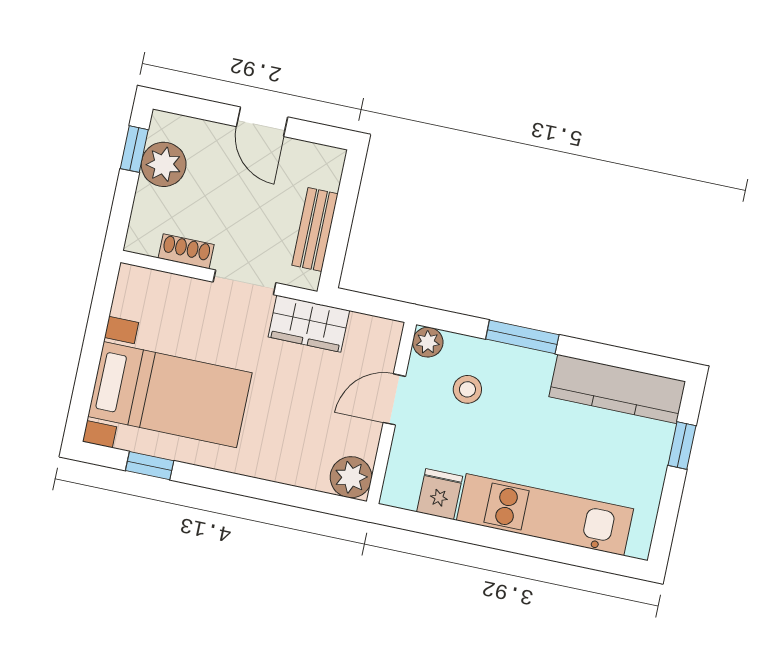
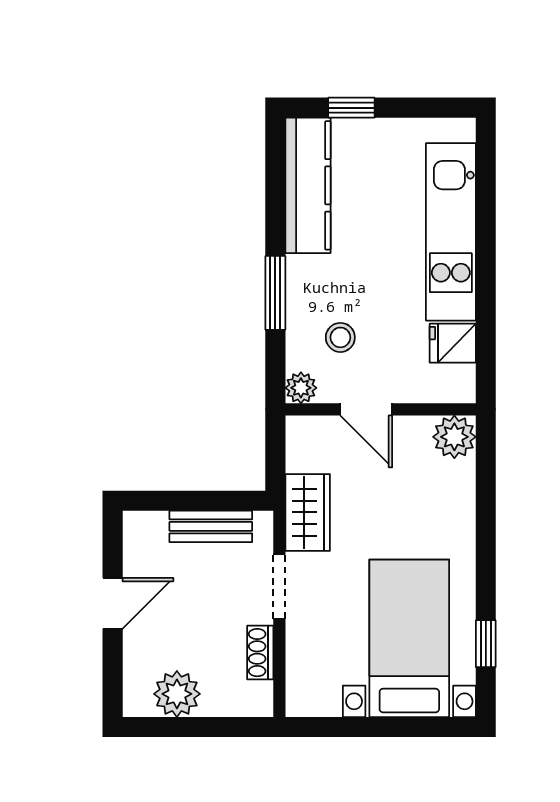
window: (134, 149) -> (168, 727), removed

